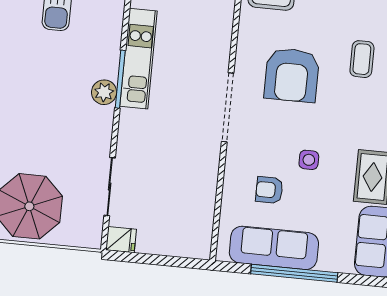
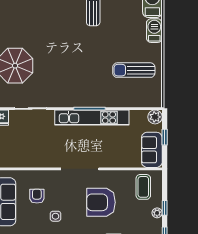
kitchen unit: (139, 59) -> (92, 117), width x1.36
plant: (104, 92) -> (82, 100), removed

